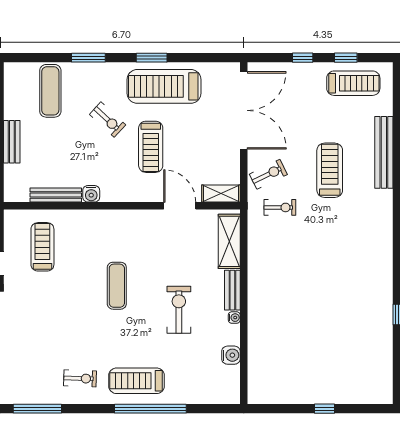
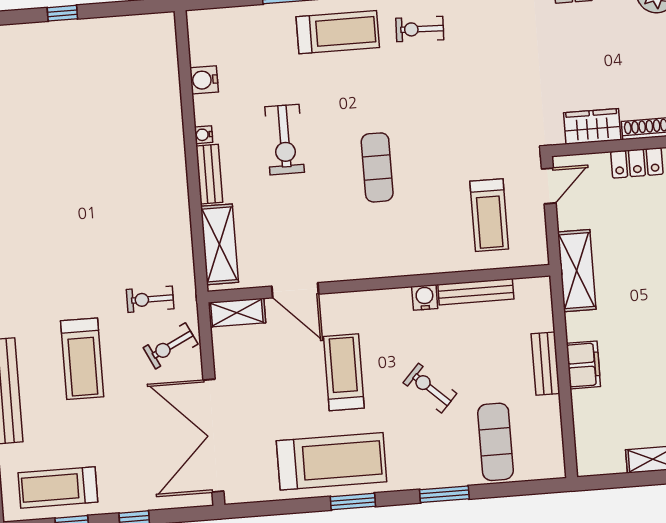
exercise bike: (108, 120) -> (430, 388), moved

